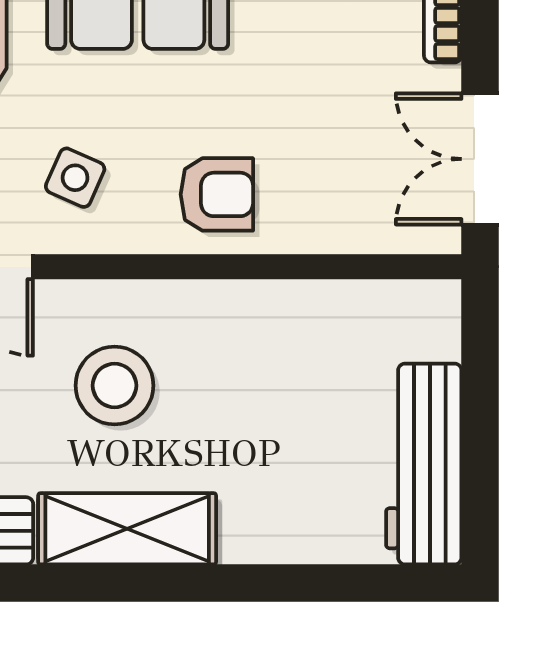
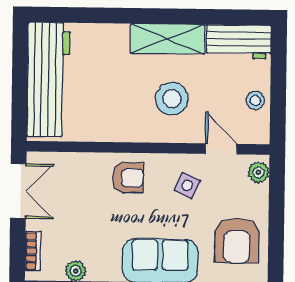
armchair: (217, 194) -> (128, 178), turned 180
workbench: (424, 464) -> (48, 79), width x1.36, depth x1.32

